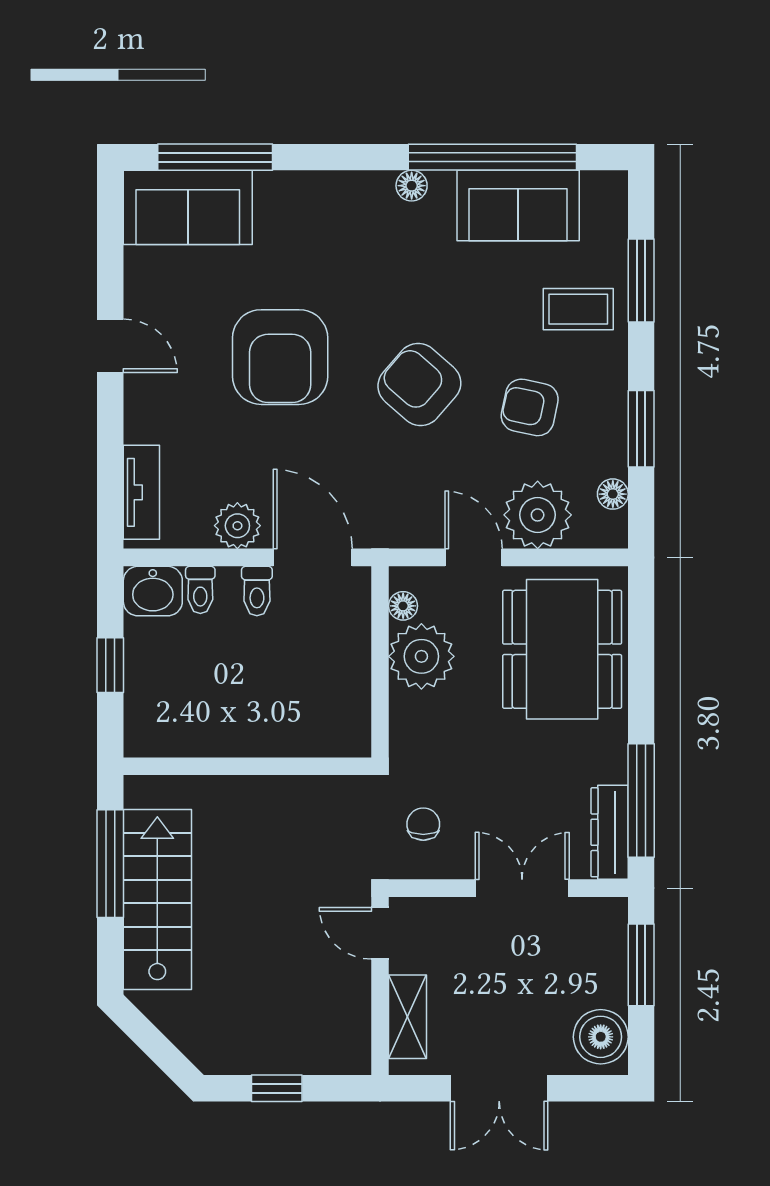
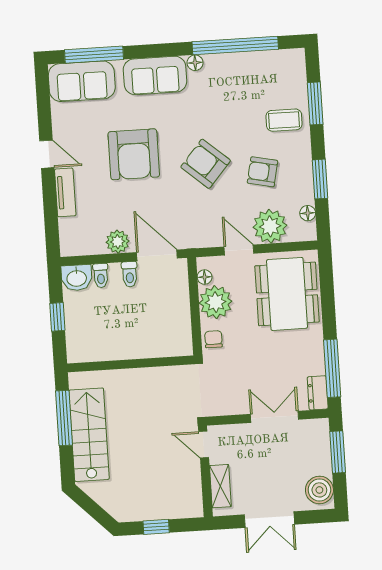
sofa: (518, 206) -> (155, 75), moved
tv unit: (141, 492) -> (65, 192), moved
chair: (423, 824) -> (214, 339), moved
dresser: (610, 832) -> (318, 393), width x0.70

